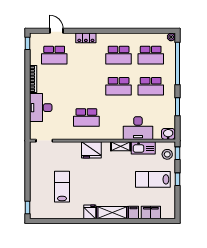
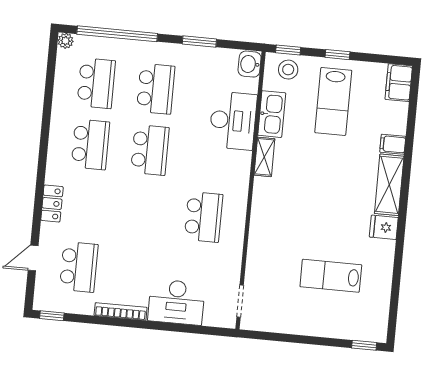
fridge: (91, 150) -> (266, 213), removed
filing cabinet: (151, 213) -> (399, 83), moved

